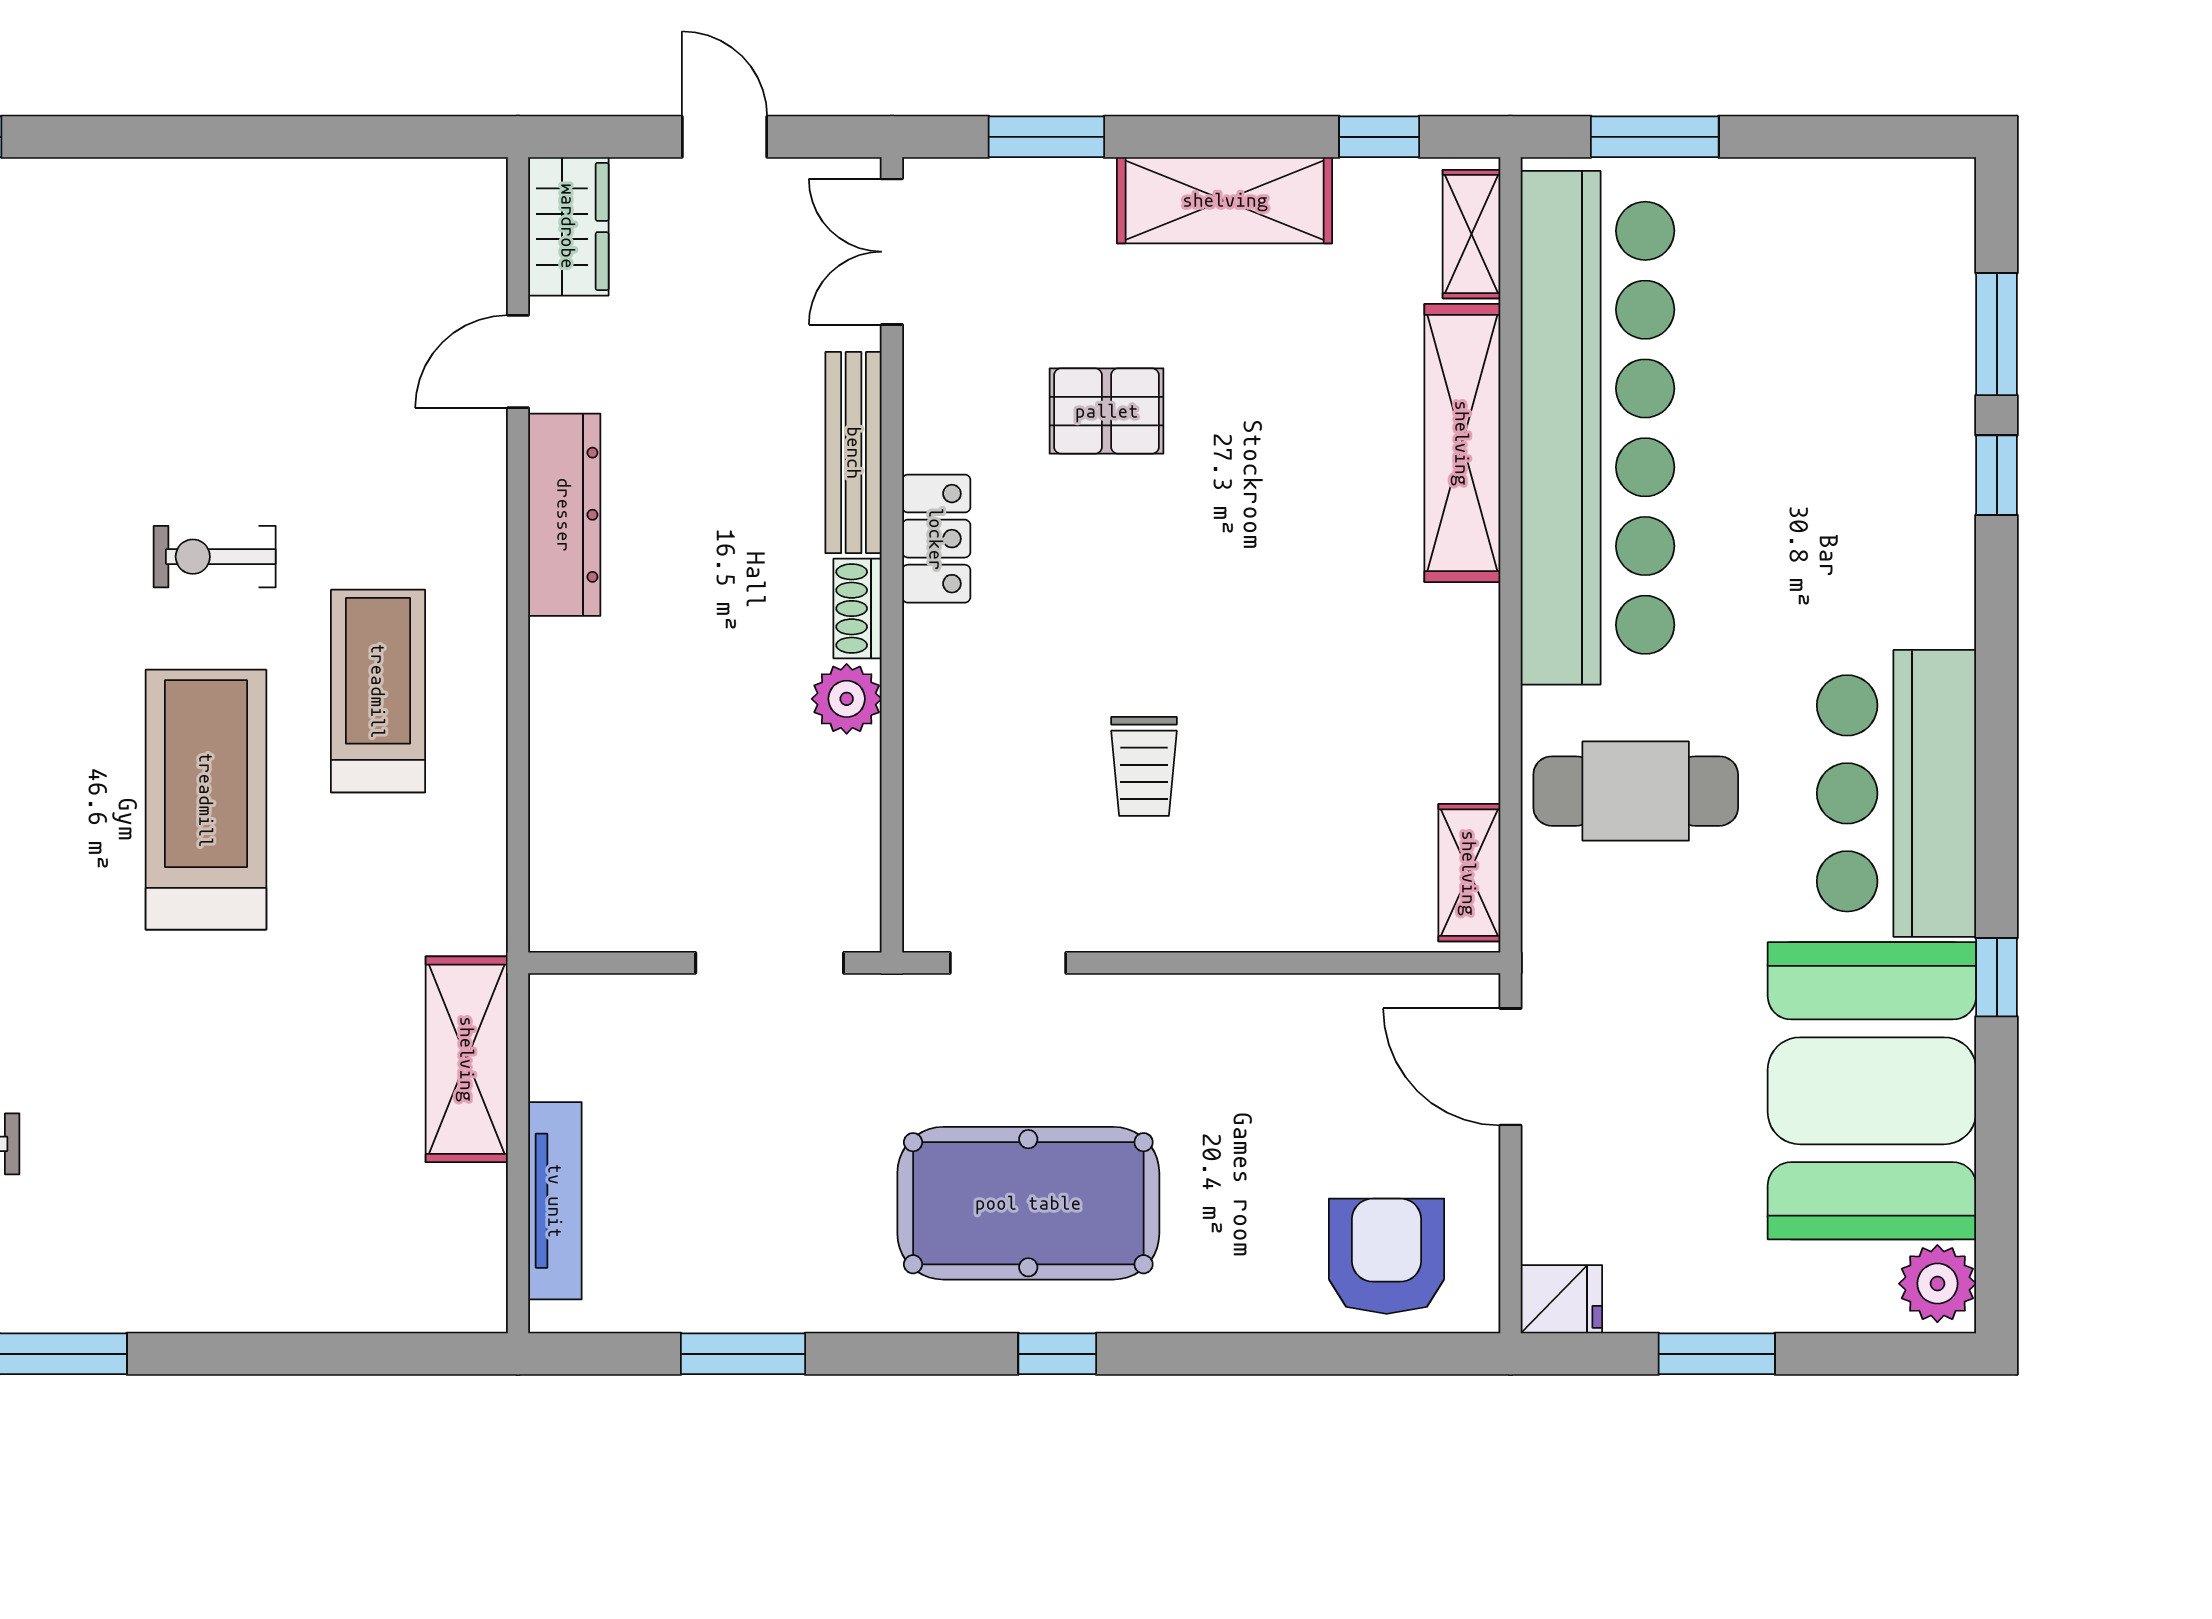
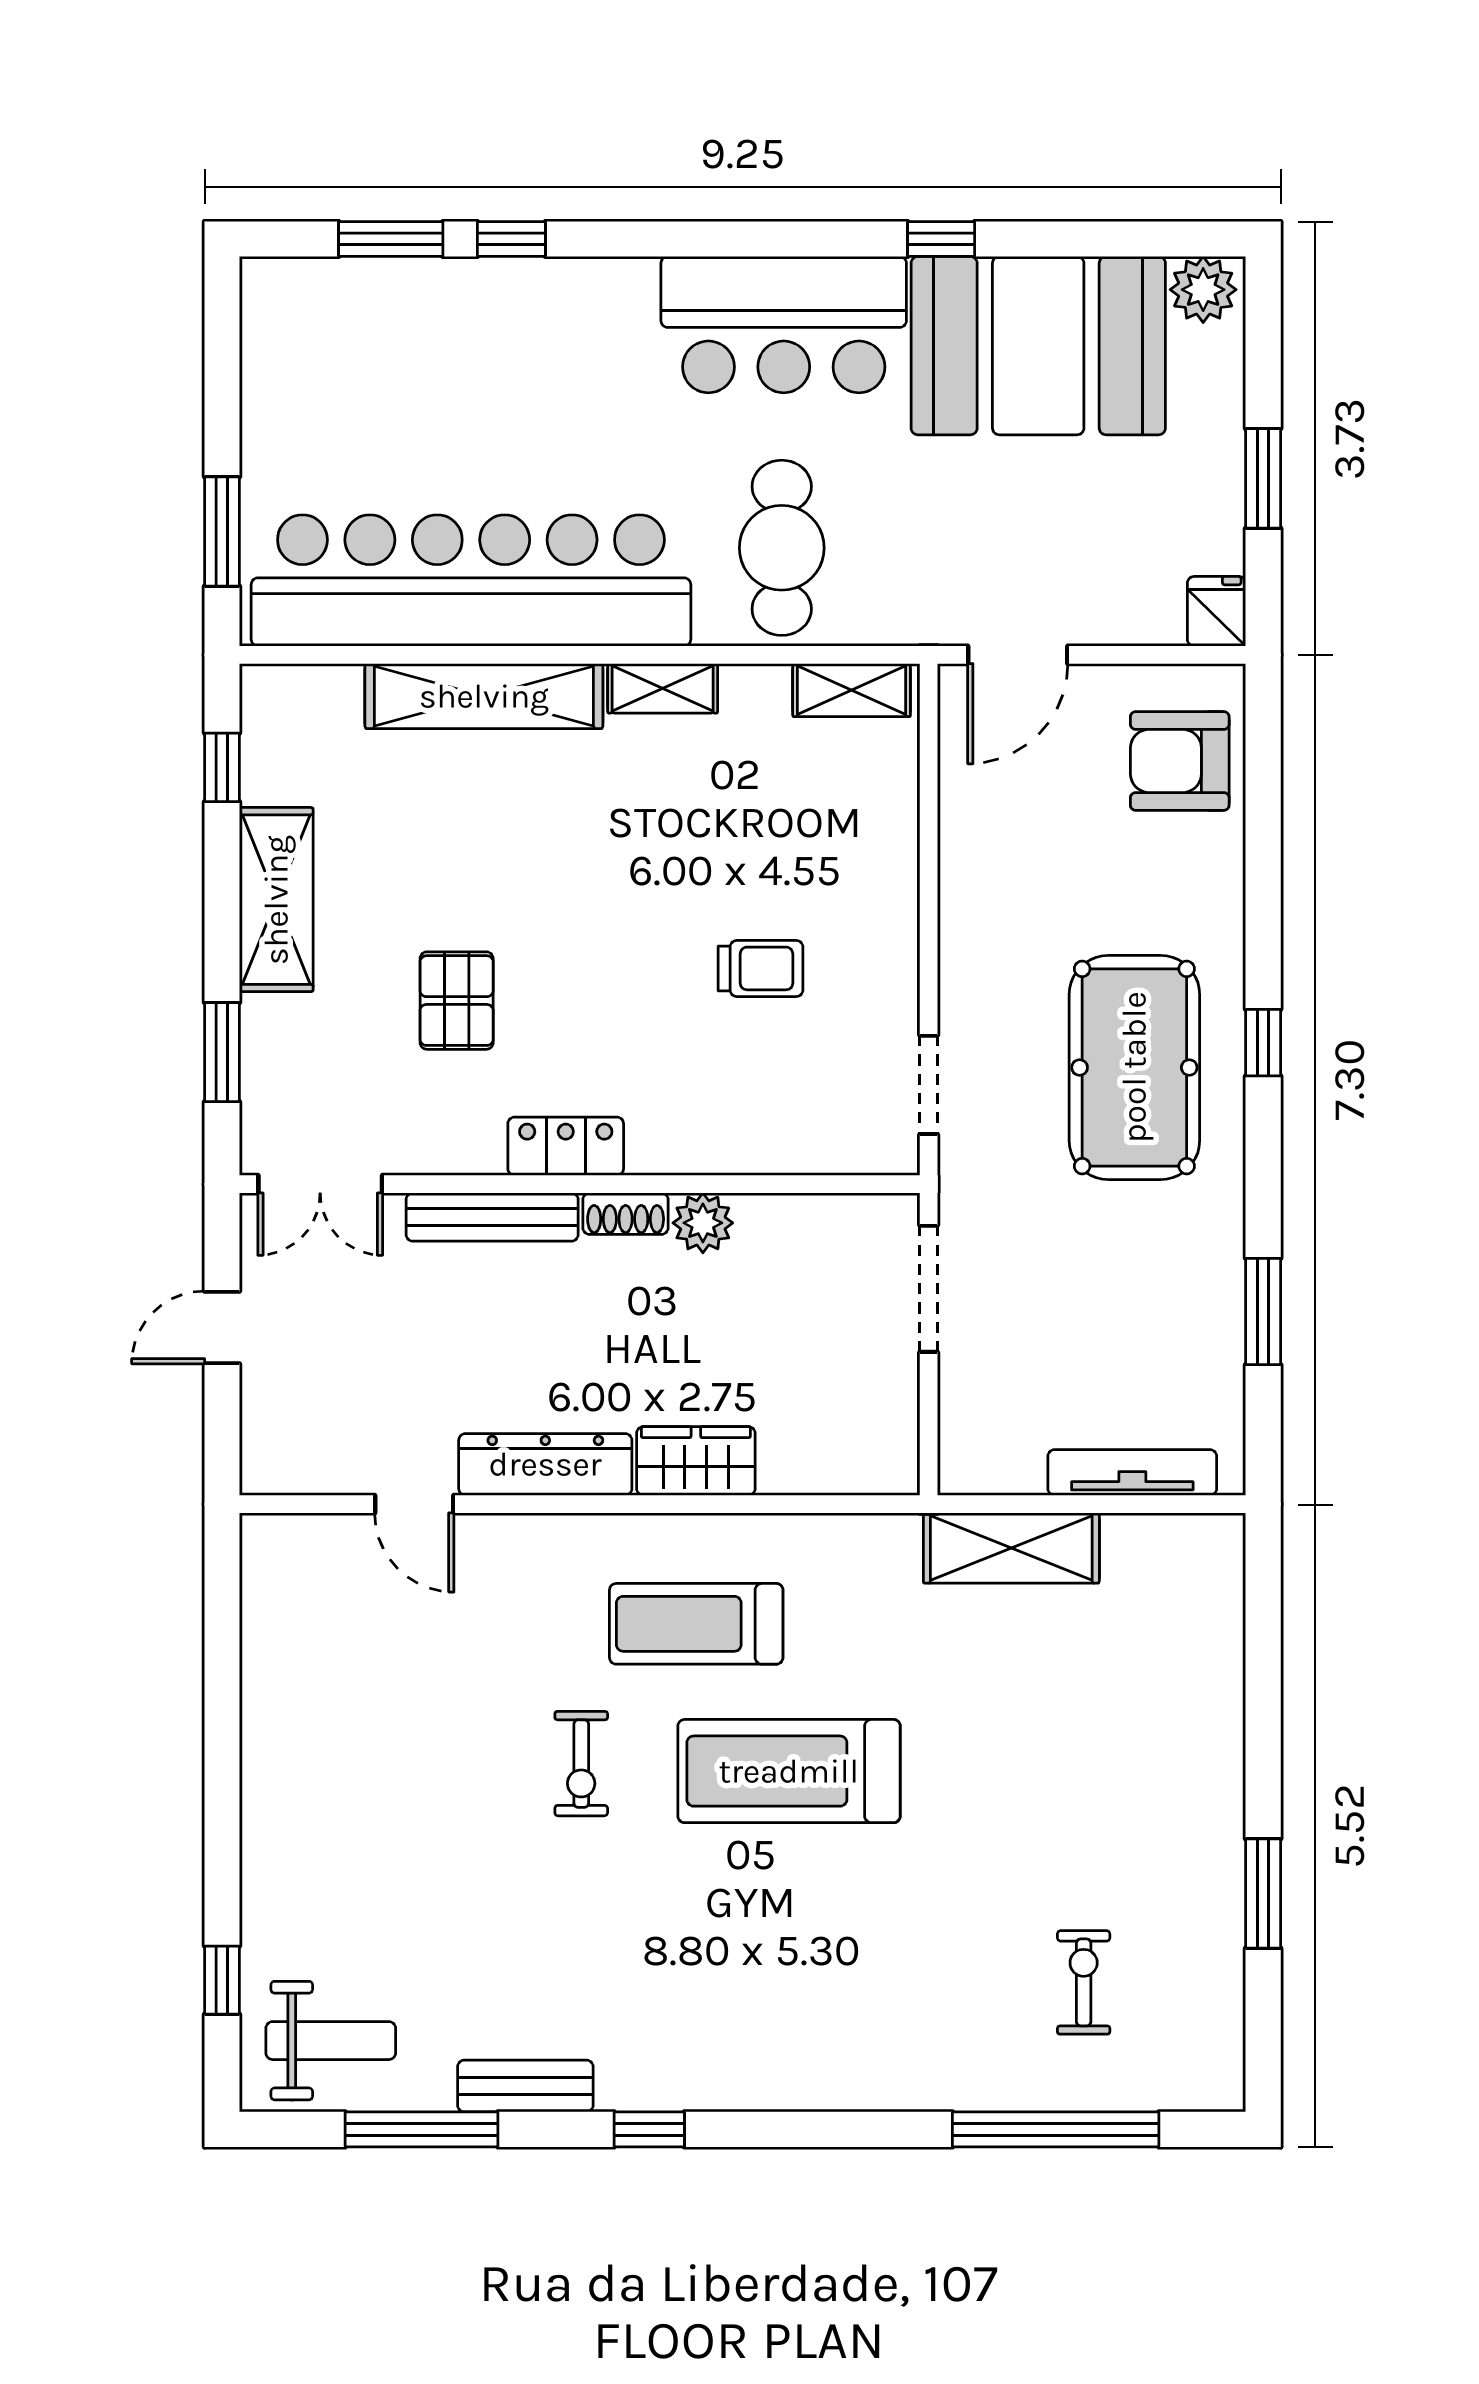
wardrobe: (568, 226) -> (696, 1461), moved
shelving: (1471, 234) -> (663, 688), moved

